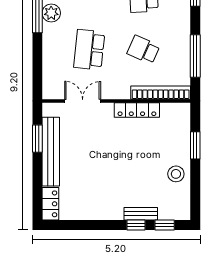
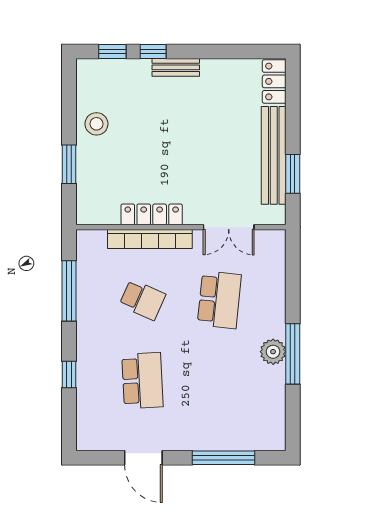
bookcase: (161, 93) -> (150, 239), moved
bench: (141, 214) -> (176, 67), moved

